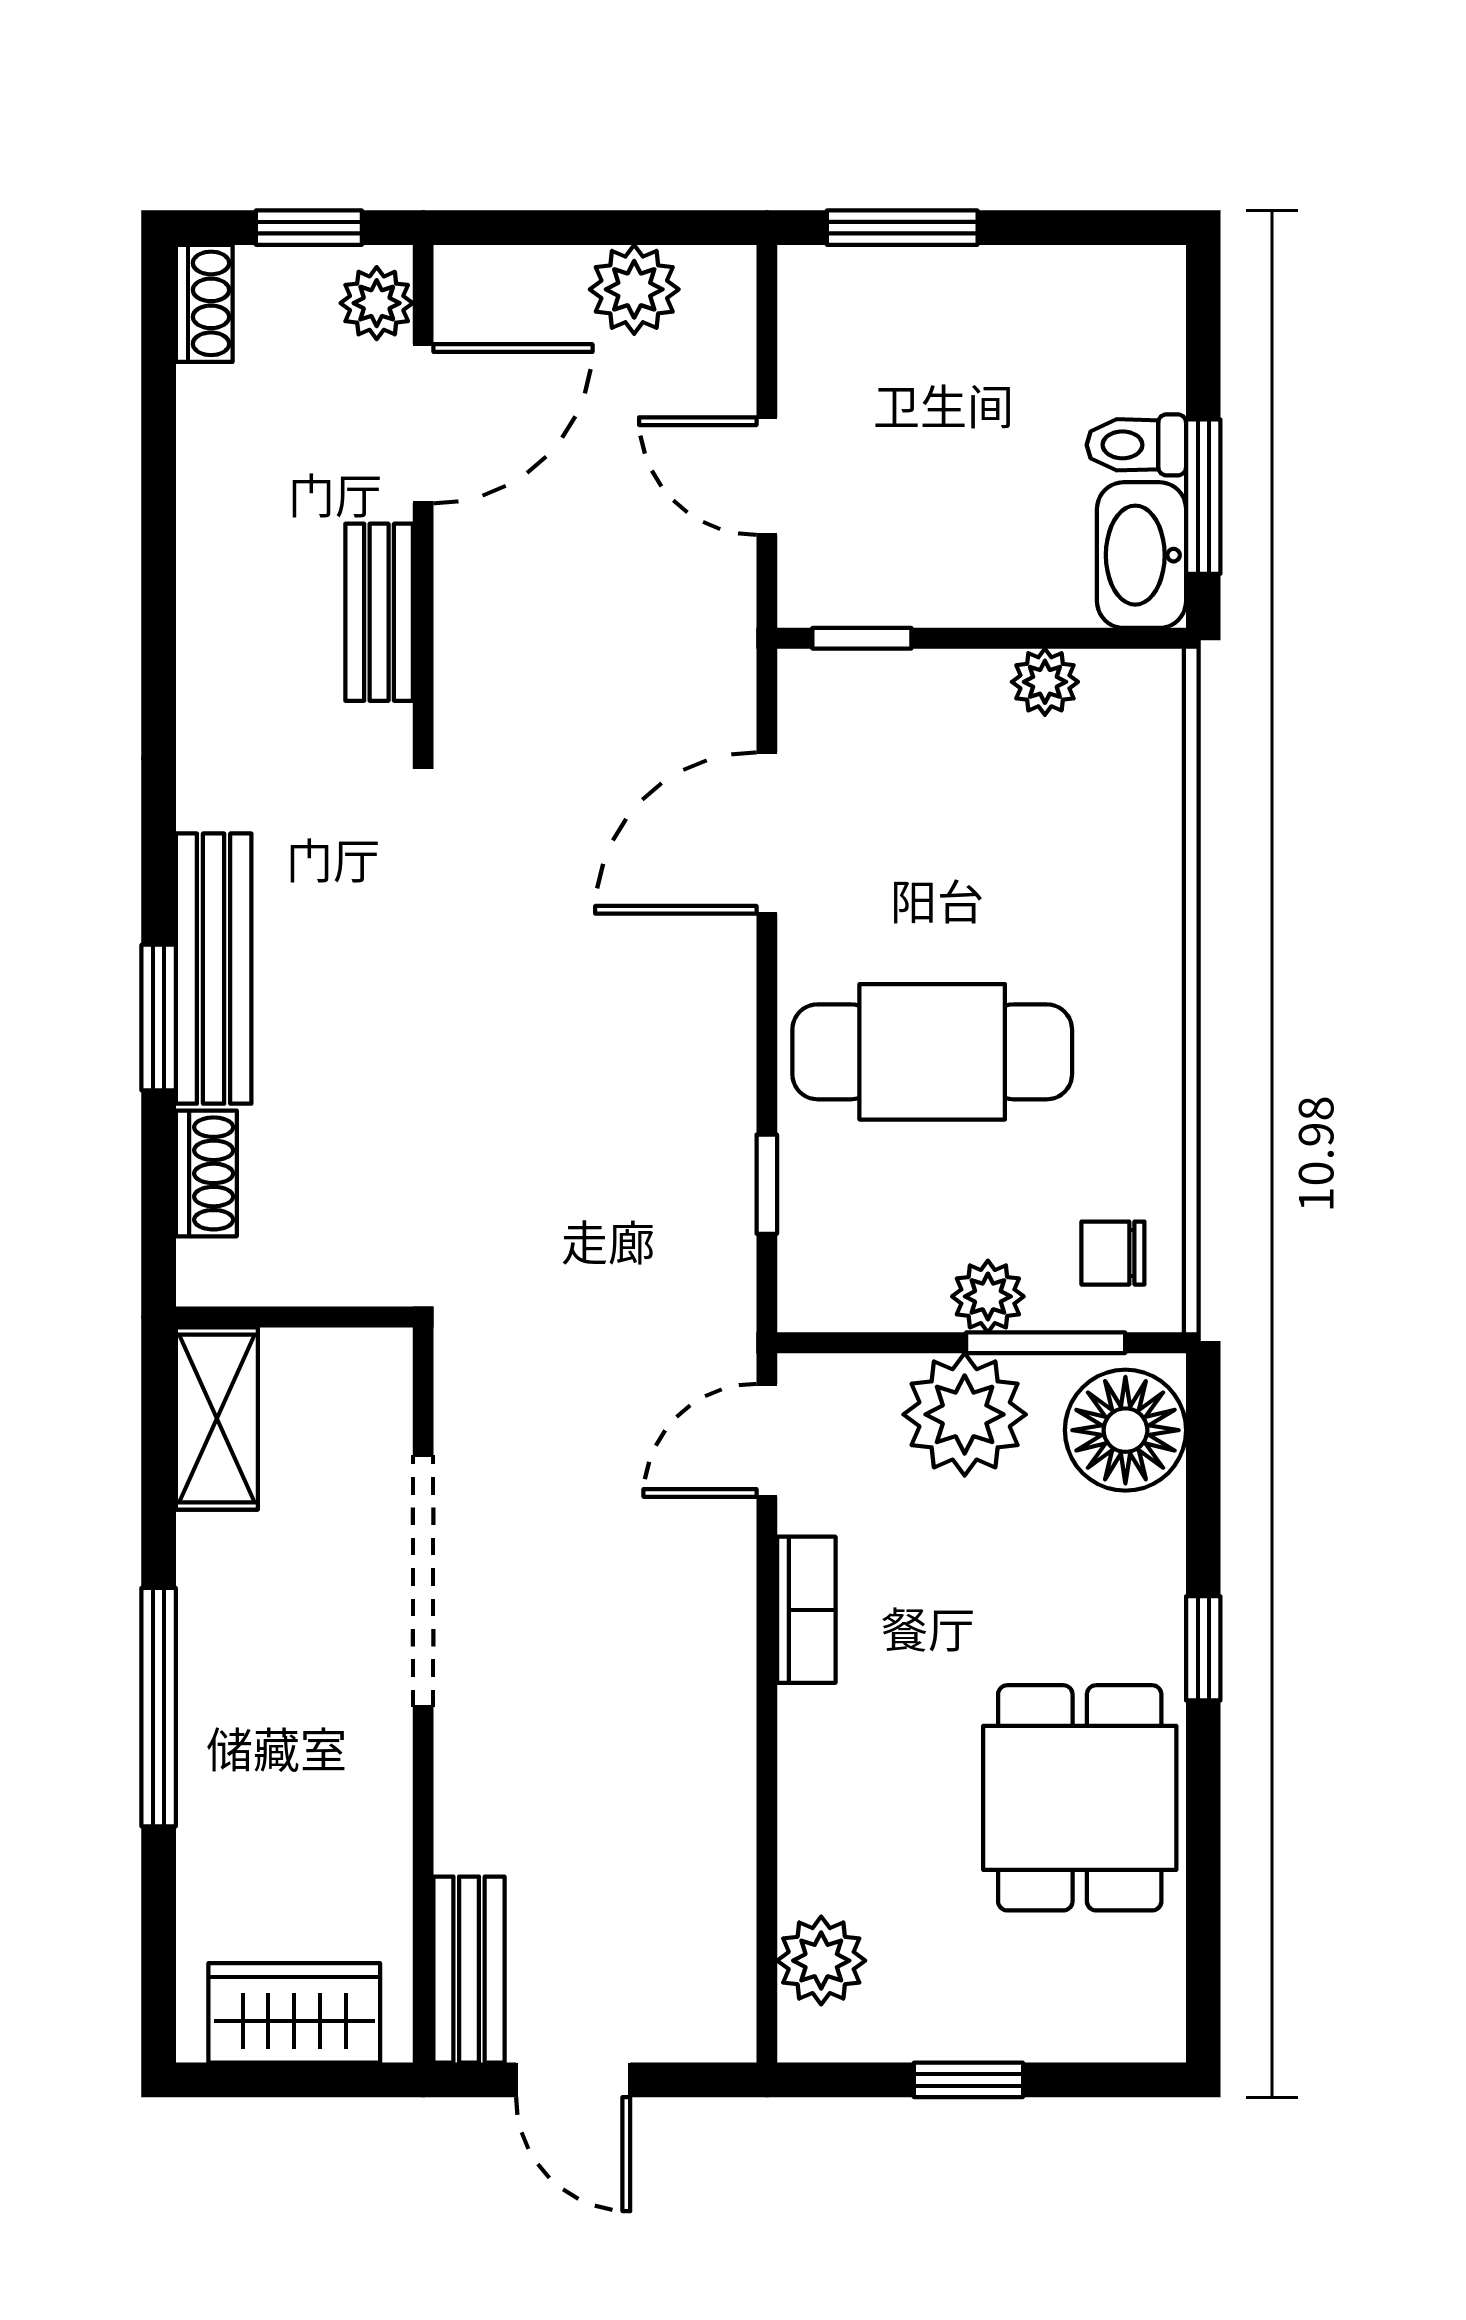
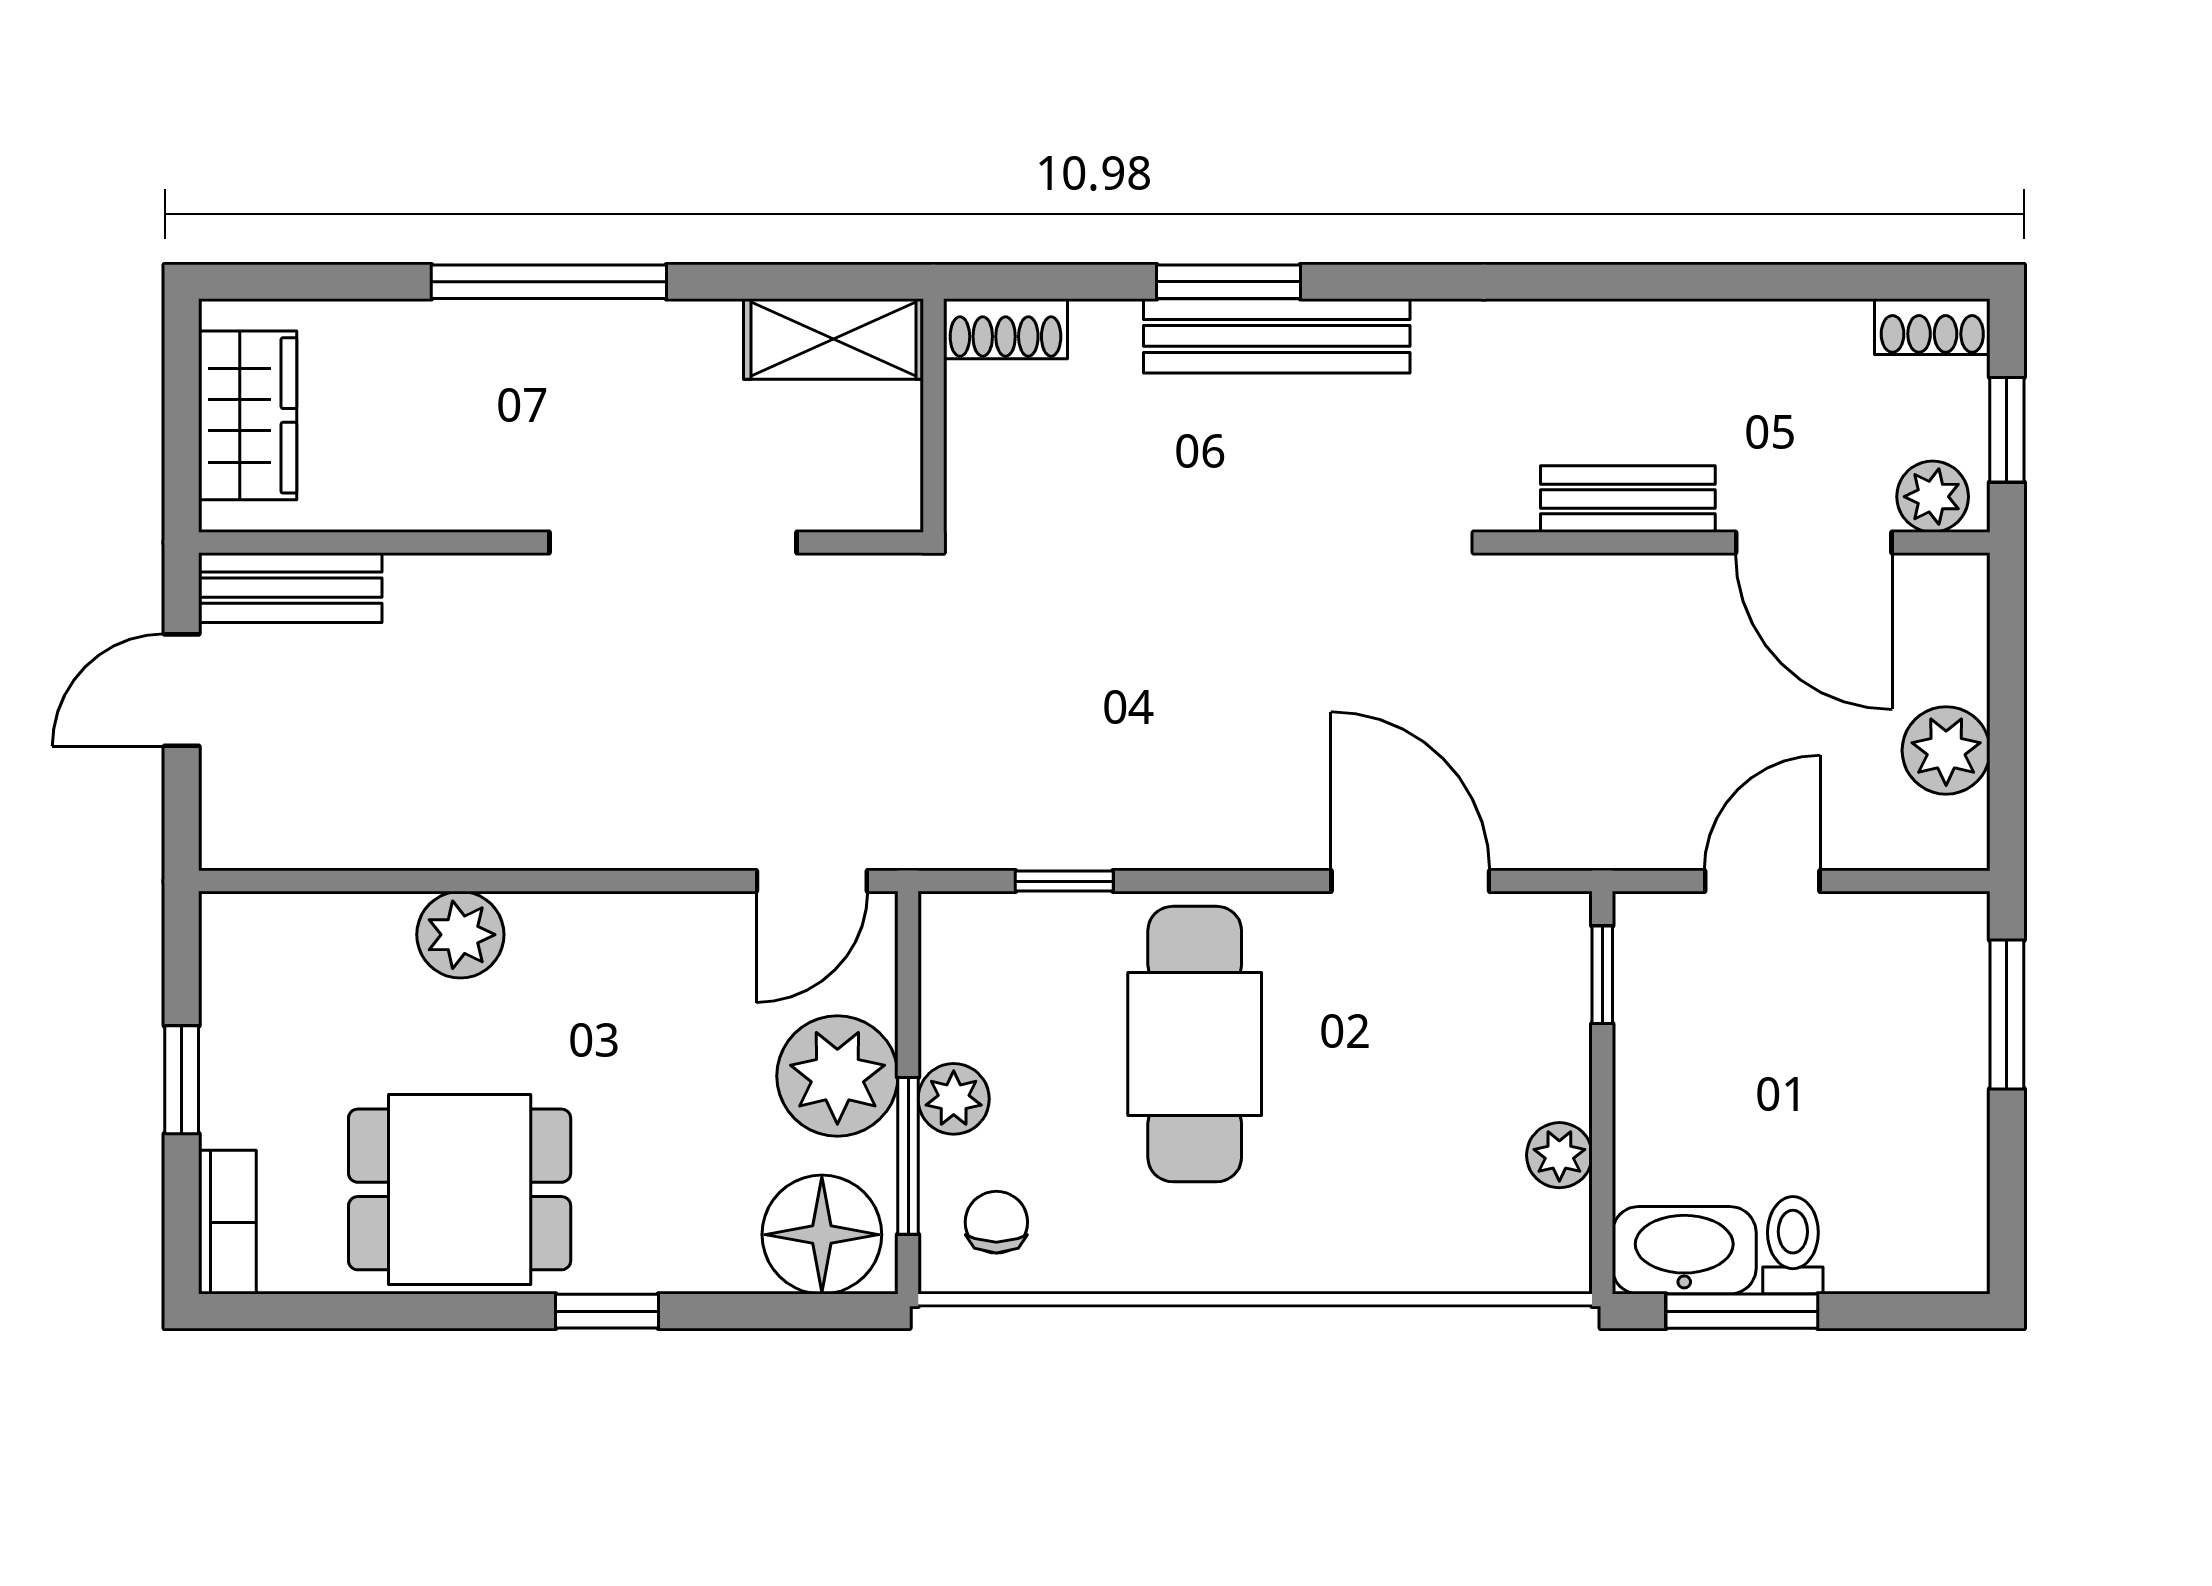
shoe rack: (206, 1173) -> (1006, 329), moved
door: (767, 1440) -> (812, 881), swing flipped
bookcase: (806, 1610) -> (227, 1222), moved, turned -90
plant: (821, 1961) -> (460, 935), moved

